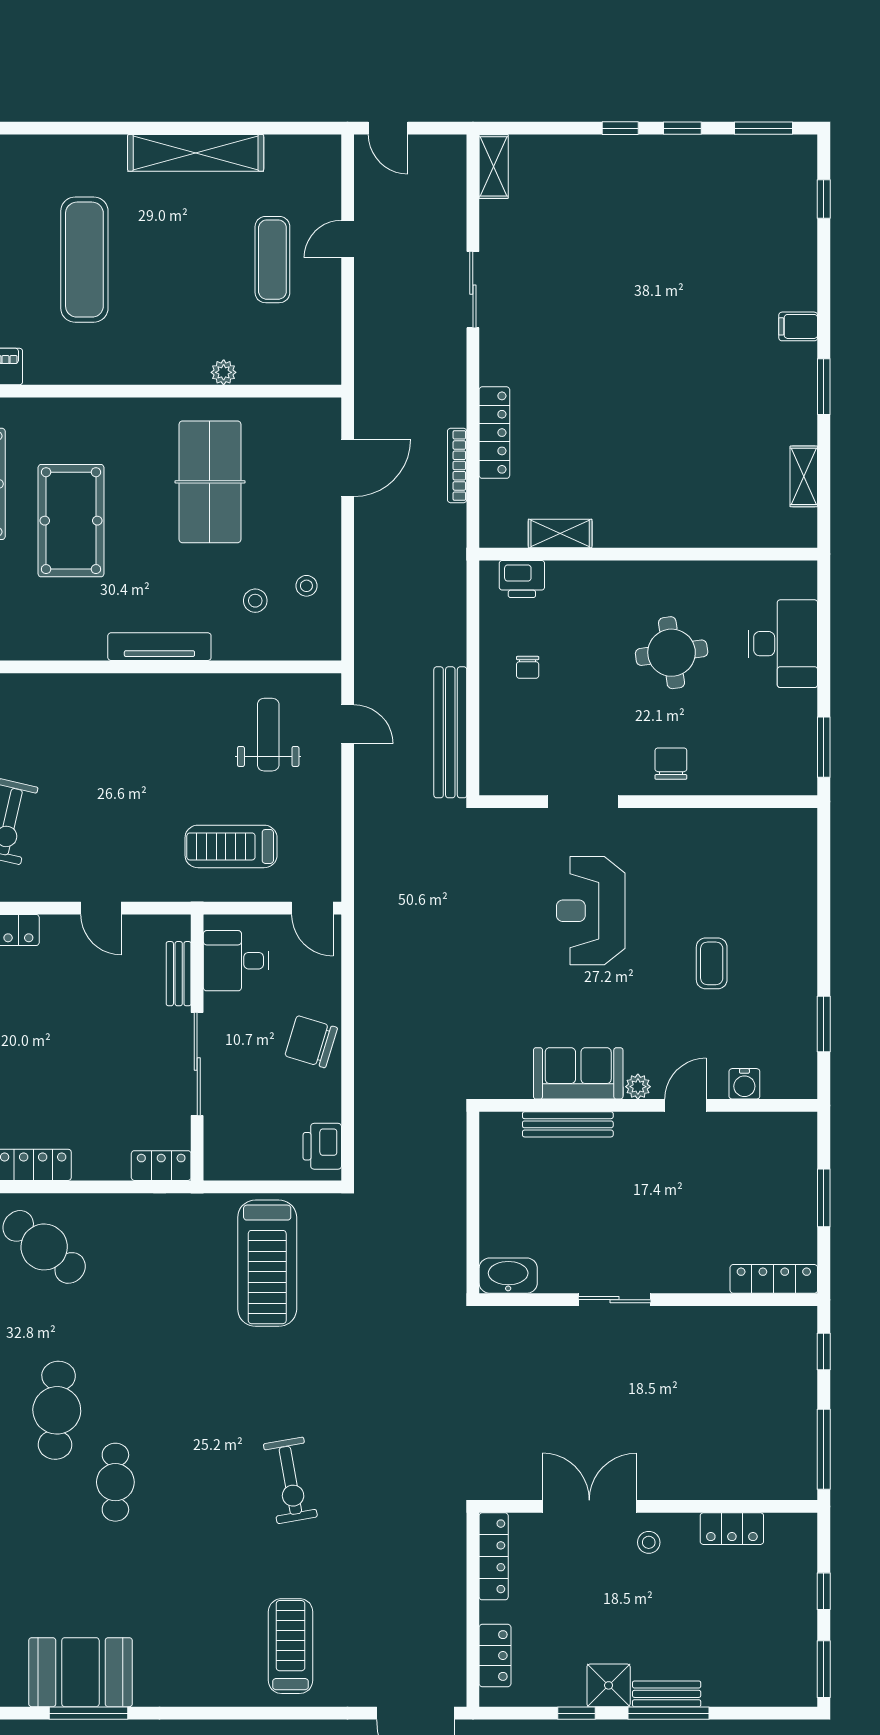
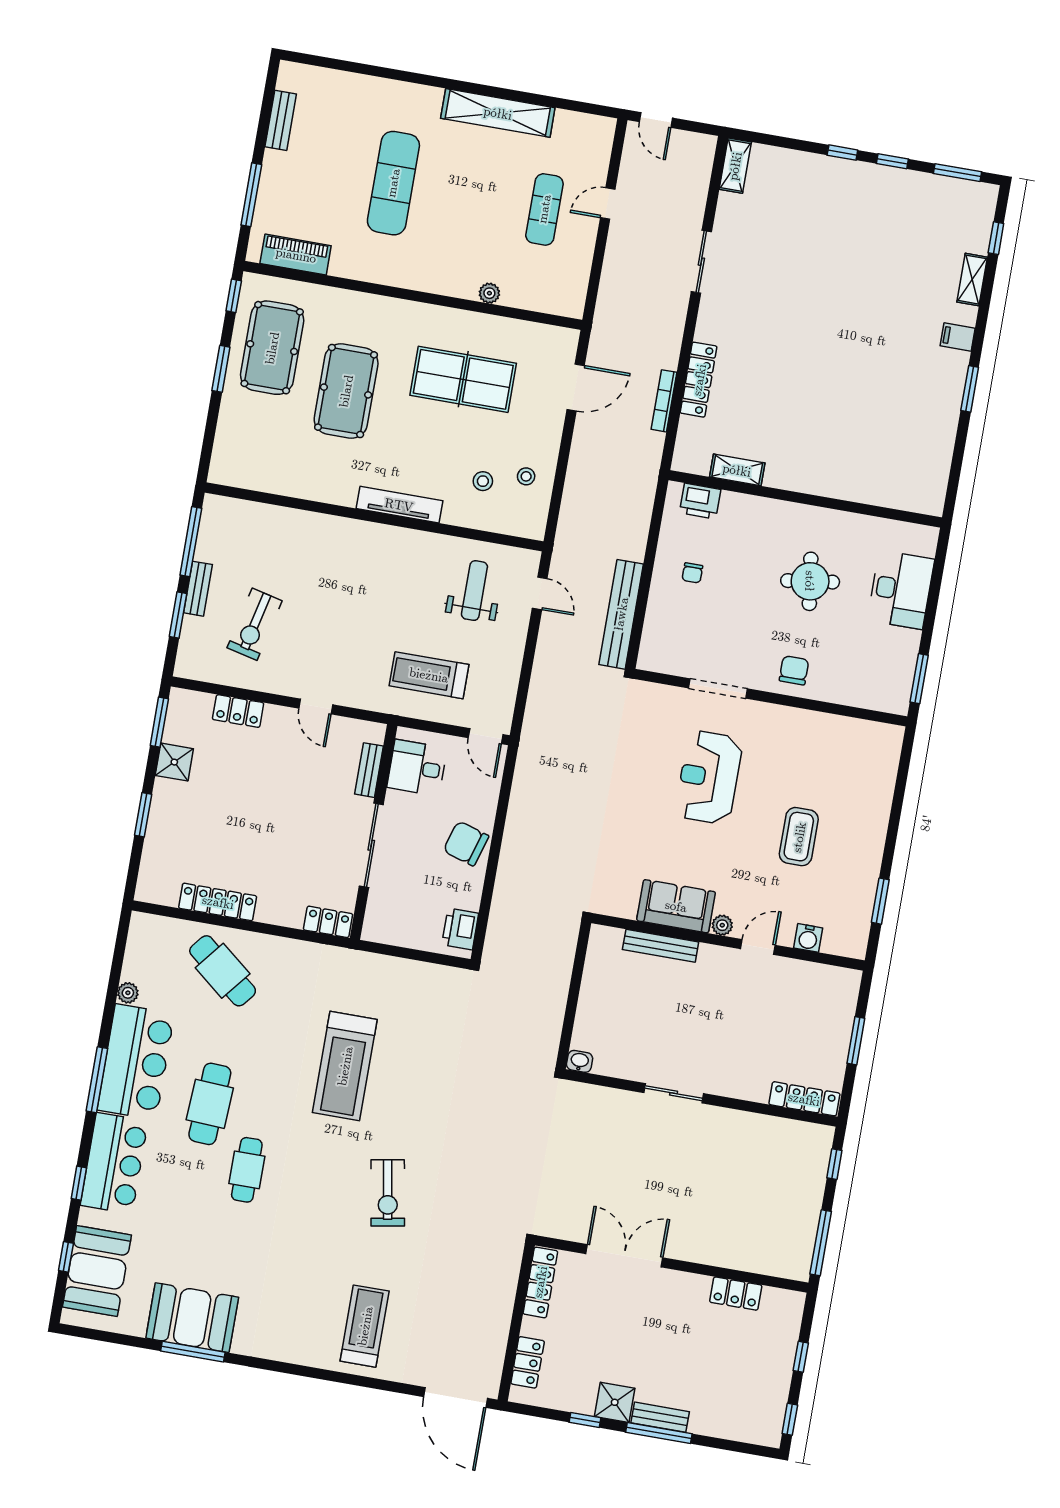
shelving: (804, 476) -> (972, 280), moved
table tennis table: (210, 482) -> (463, 379), turned 90
coffee table: (712, 963) -> (799, 837), width x1.36, depth x1.30
treadmill: (267, 1263) -> (345, 1066), moved
washbasin: (508, 1276) -> (580, 1061), width x0.52, depth x0.69
stool: (649, 1542) -> (667, 1293), removed
window: (824, 1669) -> (790, 1419), width x0.67

